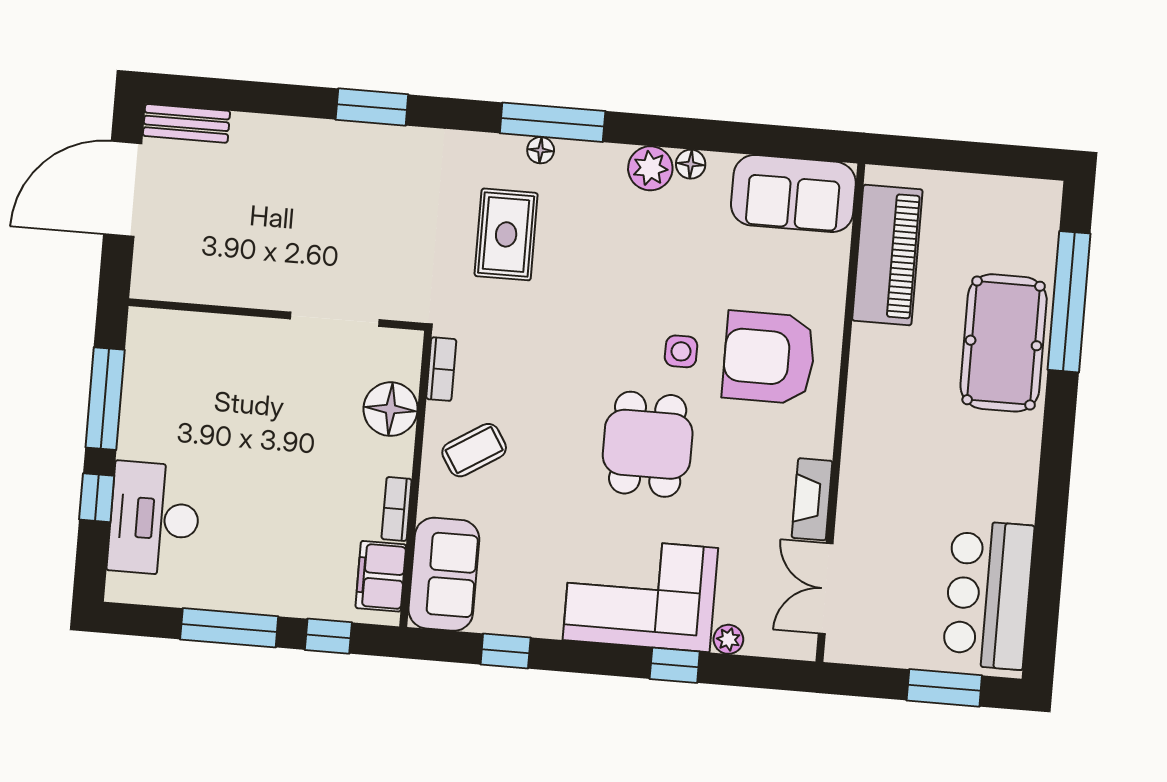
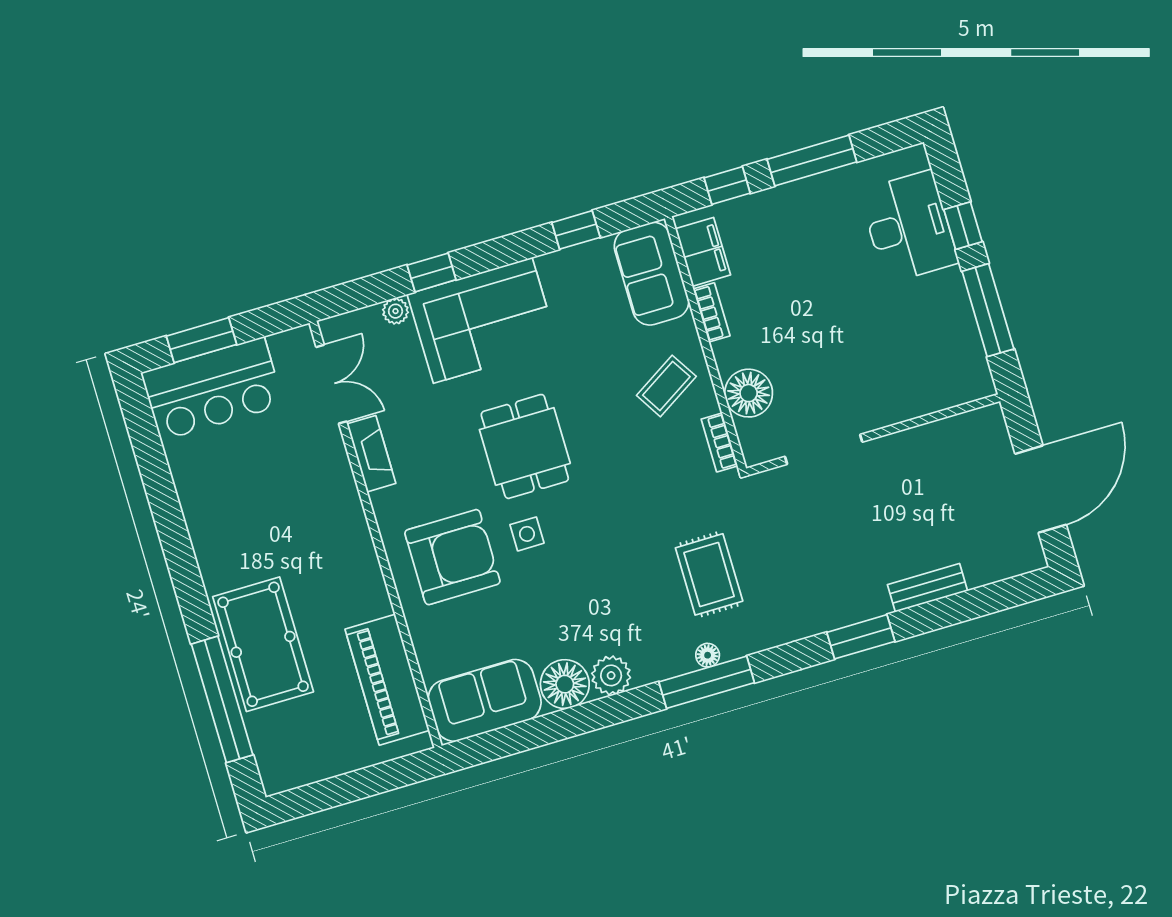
bench: (186, 123) -> (928, 588), moved
floor lamp: (691, 164) -> (565, 684), width x1.89, depth x1.89
bar counter: (988, 595) -> (212, 389), moved, turned 90

